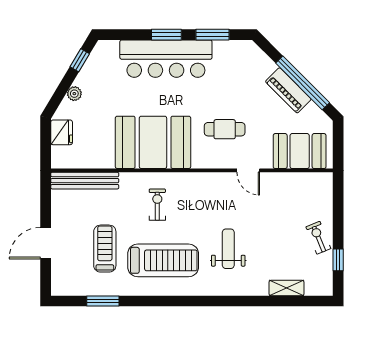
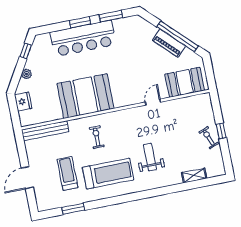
cafe table: (225, 129) -> (132, 78), removed
door: (248, 170) -> (153, 102), swing flipped
window: (338, 260) -> (221, 131), moved

